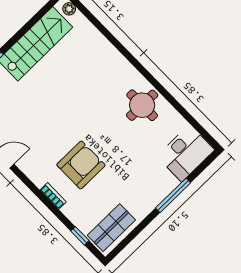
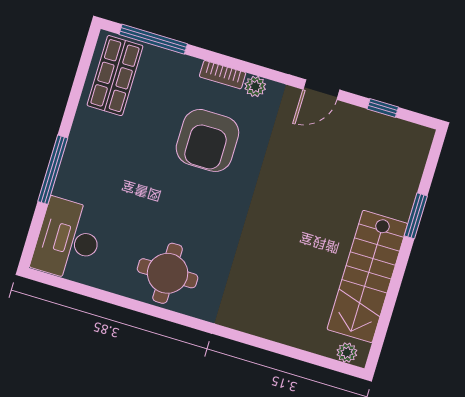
plant: (39, 180) -> (255, 86), added
window: (80, 236) -> (153, 39), width x2.17

